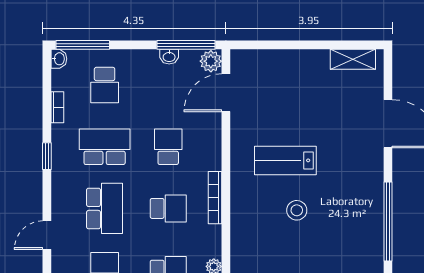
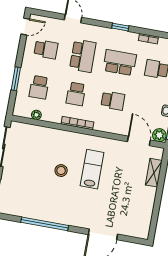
shelving: (353, 59) -> (154, 173), moved
school desk: (105, 147) -> (120, 63), turned -90
school desk: (105, 208) -> (83, 56), turned -90

